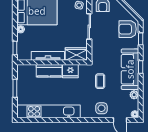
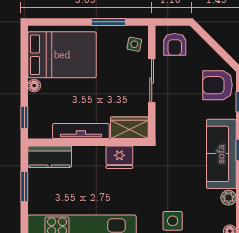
kitchen counter: (49, 71) -> (50, 157), moved
coffee table: (100, 81) -> (170, 174), removed

